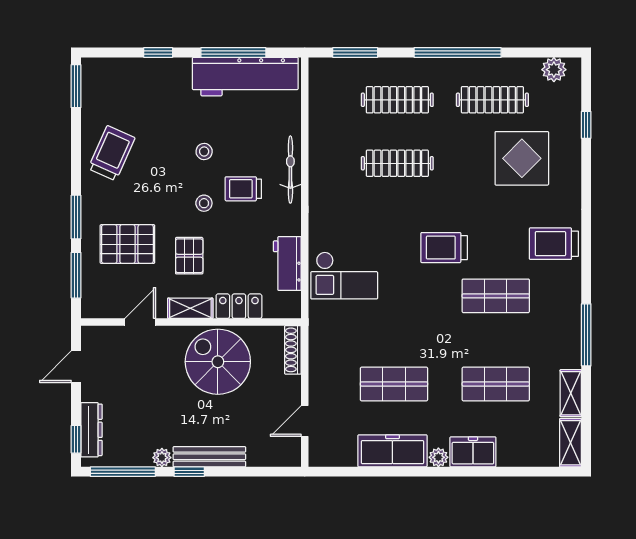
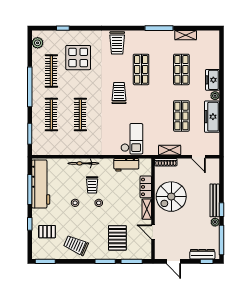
trolley: (444, 248) -> (119, 93), turned 180
pallet: (189, 256) -> (47, 232), moved
shelving: (571, 443) -> (170, 150), moved

